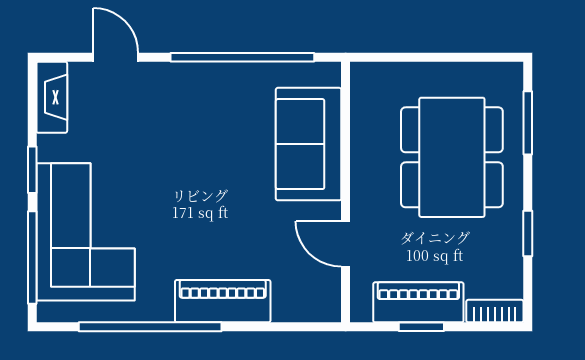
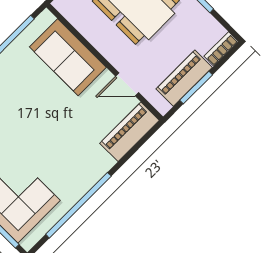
piano: (223, 301) -> (129, 132), moved
window: (421, 327) -> (196, 88), width x1.50

